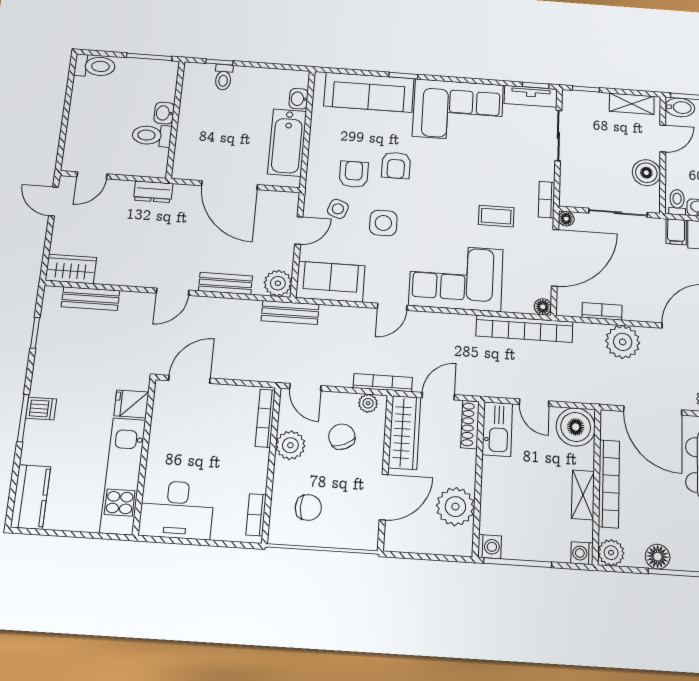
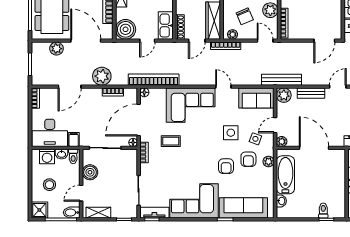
armchair: (396, 165) -> (226, 166), turned 180
plant: (317, 168) -> (269, 161), added
plant: (289, 201) -> (282, 141), added
door: (392, 307) -> (223, 87), hinge flipped
bench: (290, 312) -> (281, 80), width x1.36
door: (534, 403) -> (147, 41), swing flipped

